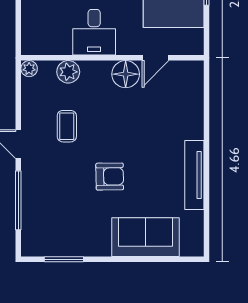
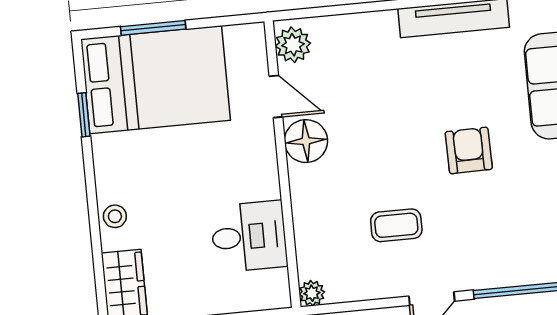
desk: (94, 32) -> (249, 236), moved
plant: (68, 72) -> (293, 45), moved

